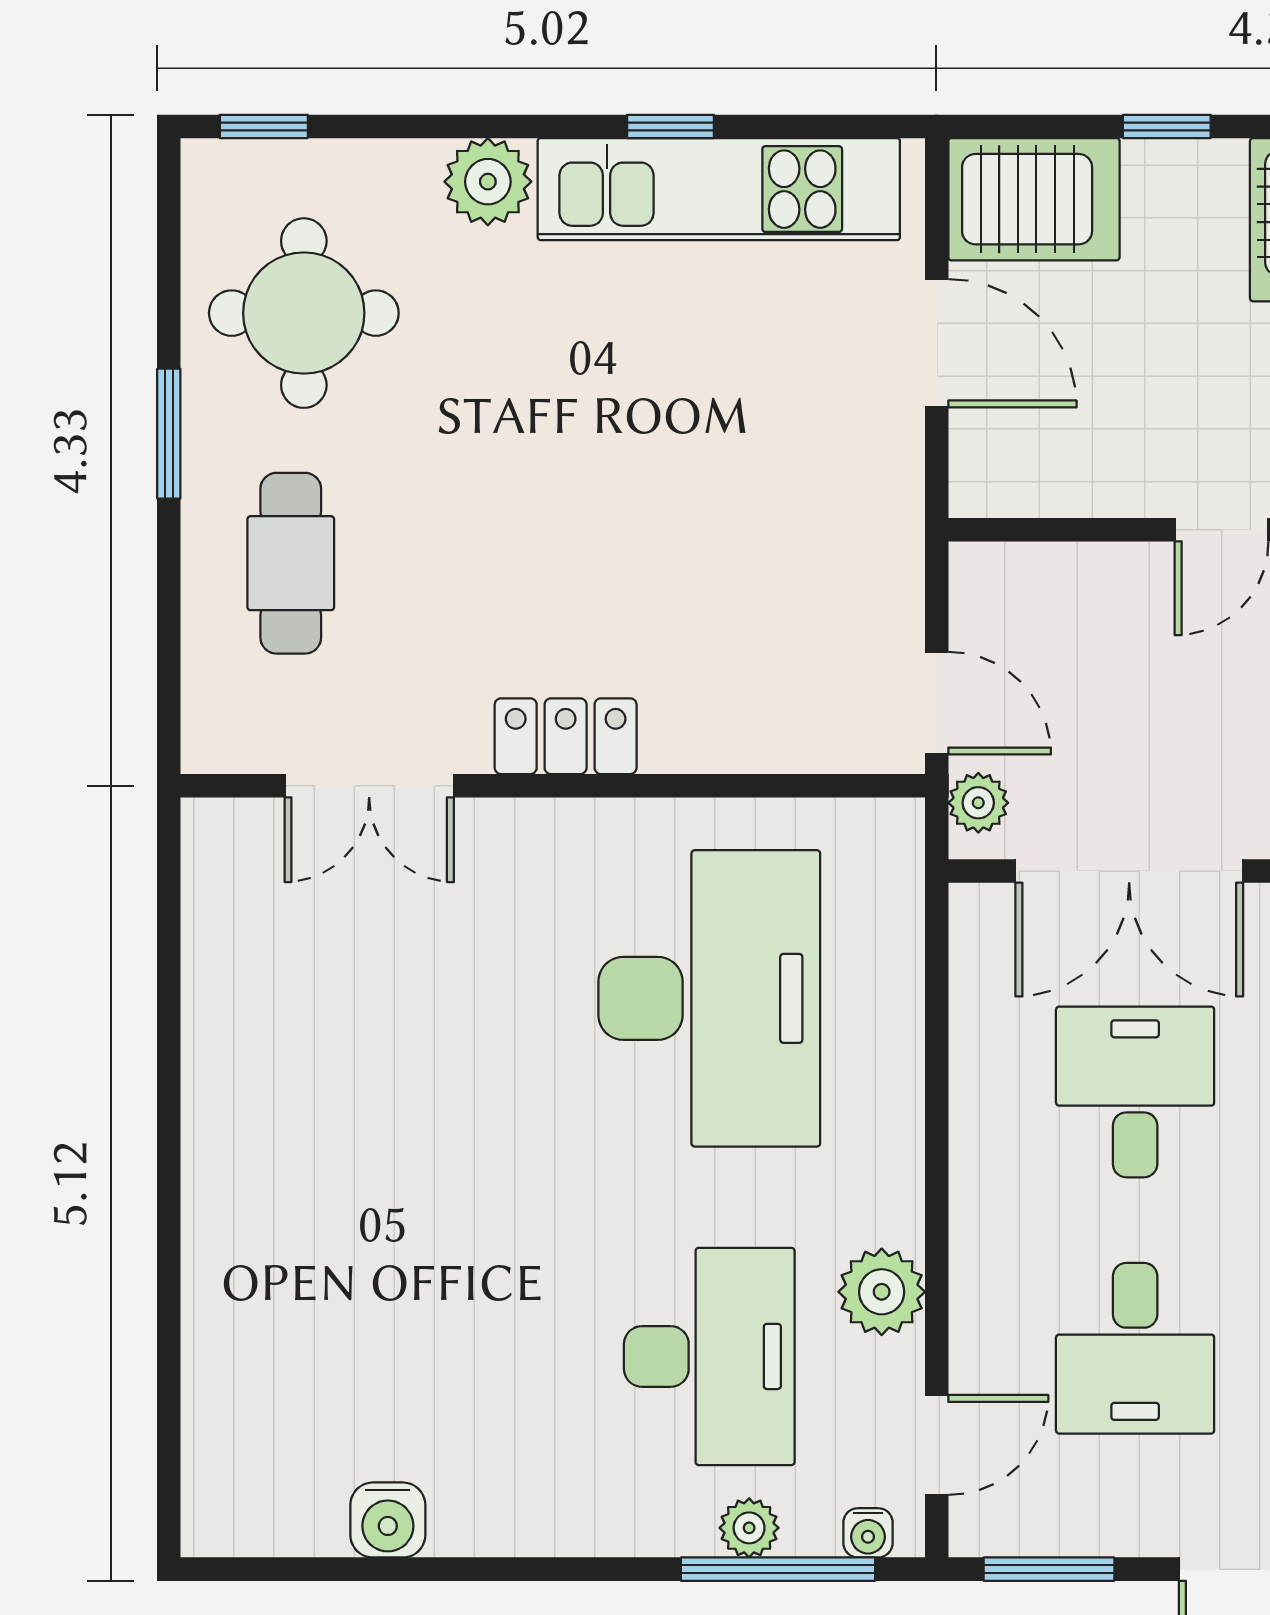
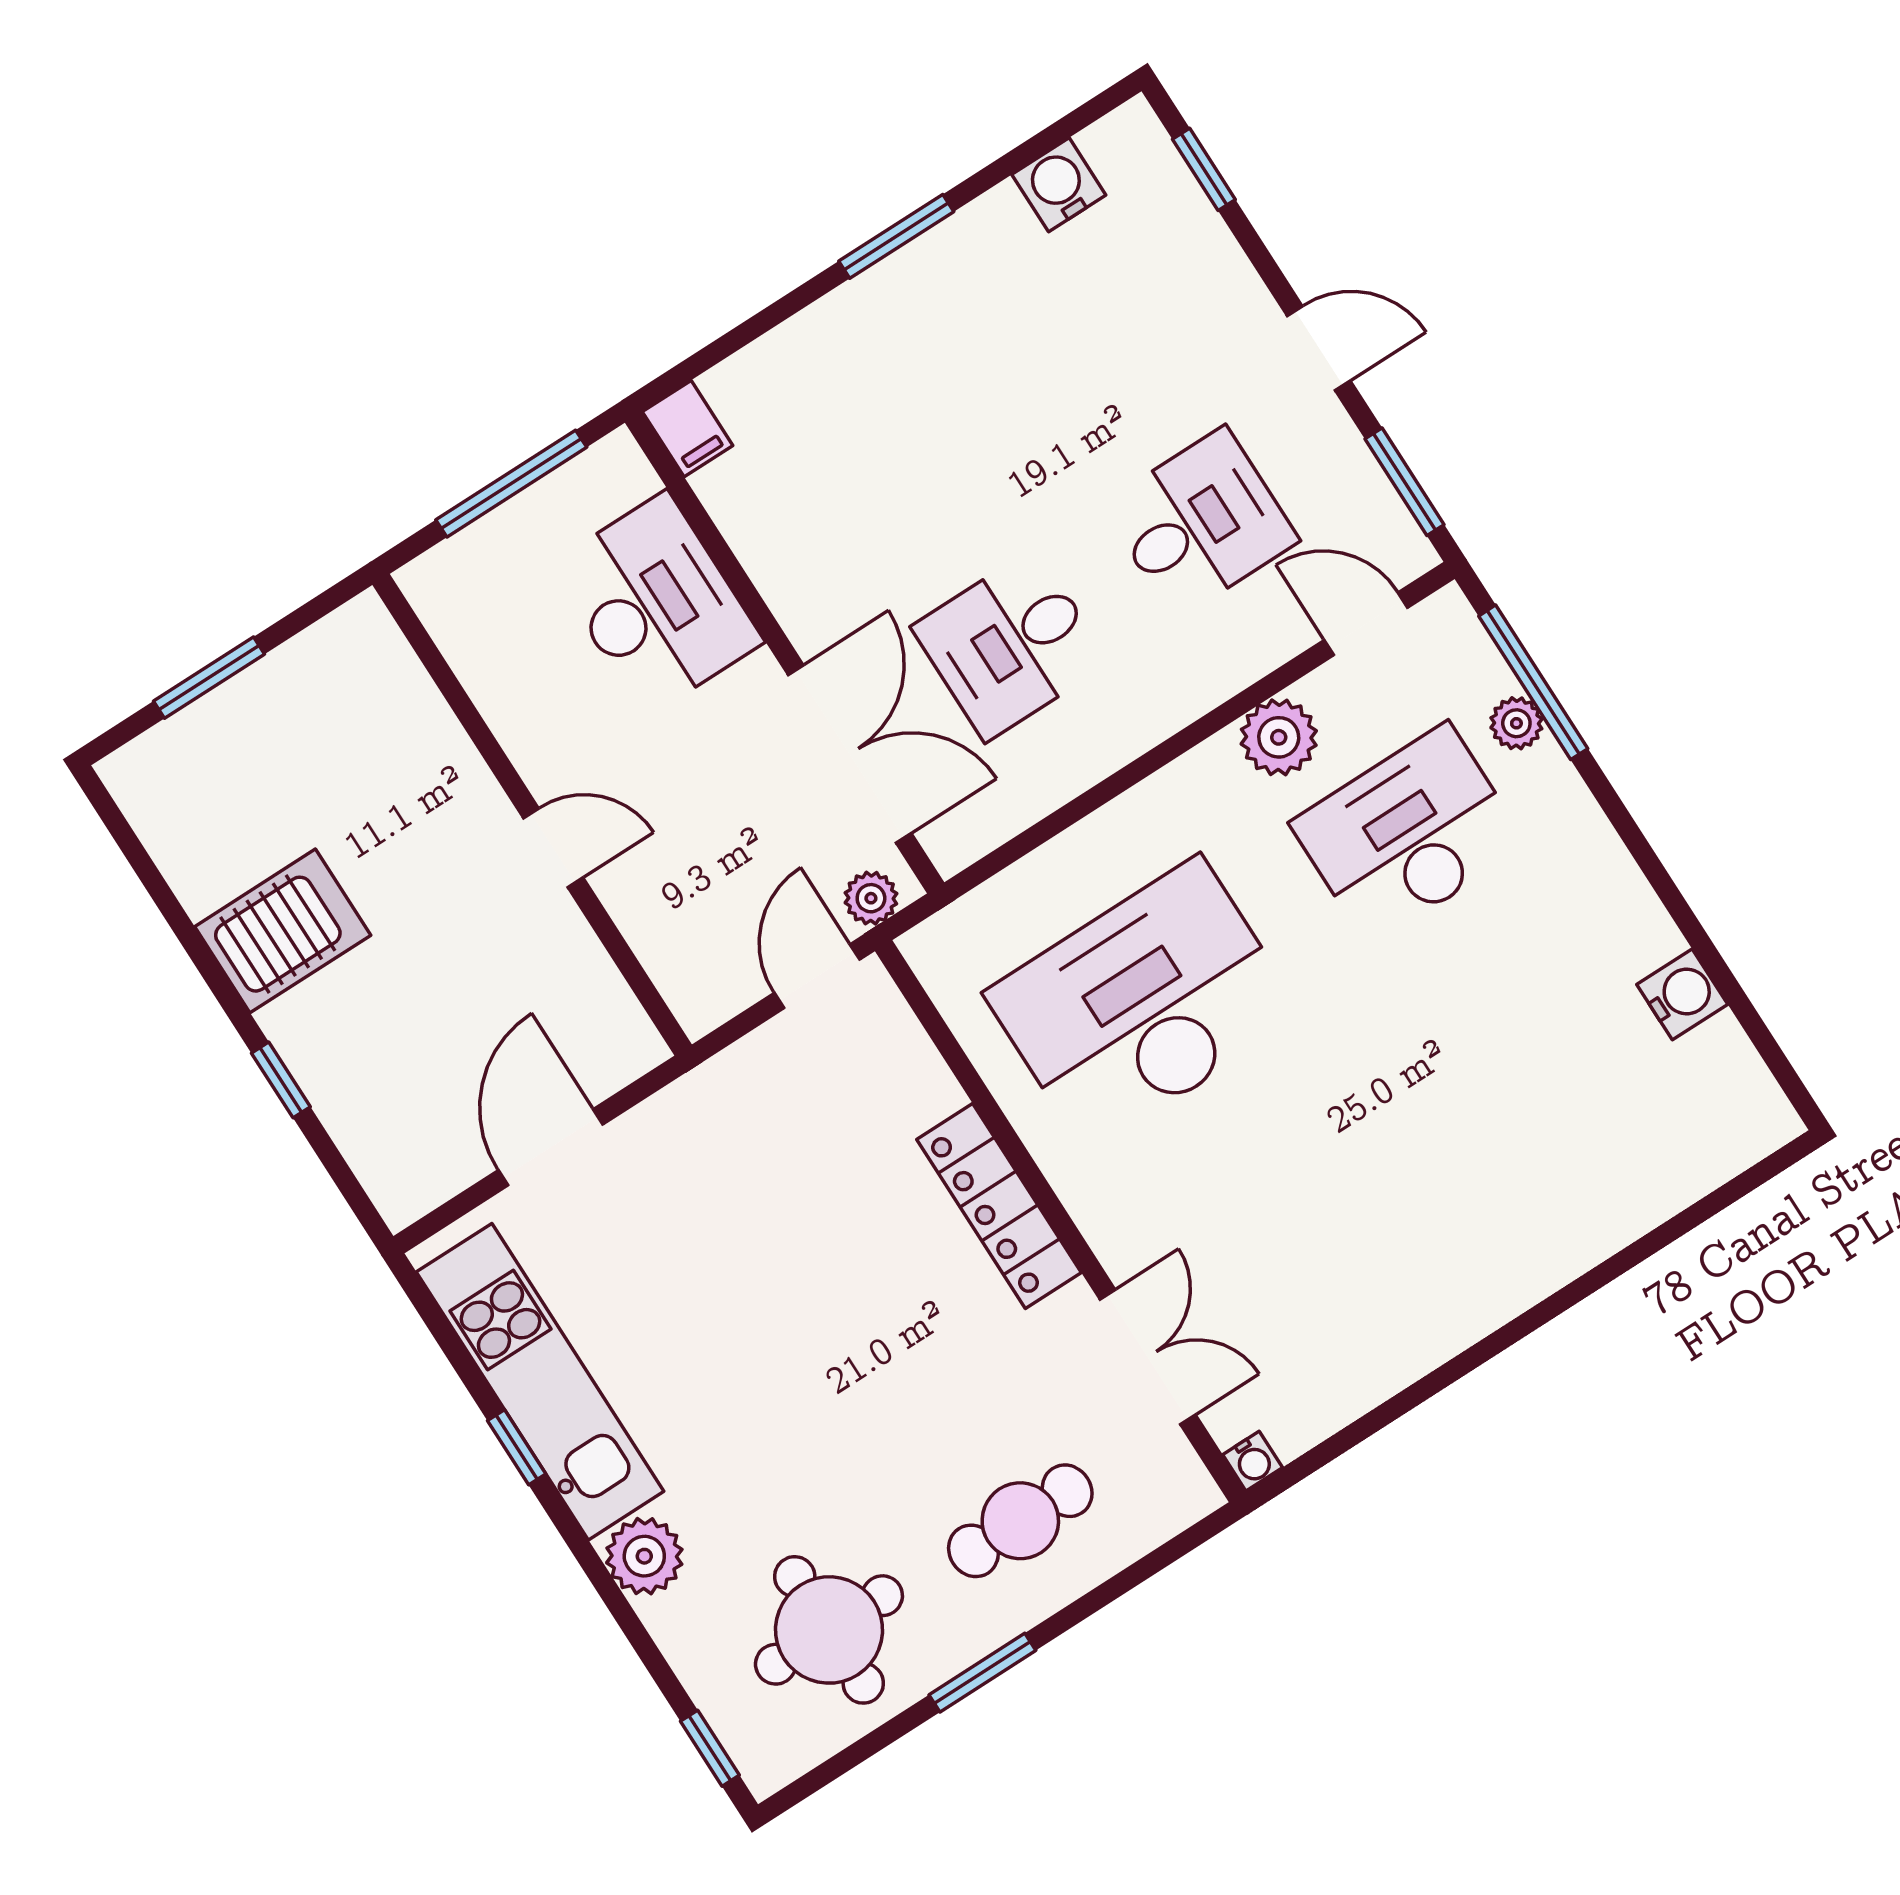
server rack: (1034, 199) -> (398, 1144), removed
locker: (566, 736) -> (999, 1206), width x1.53
water cooler: (868, 1533) -> (1253, 1461), moved, turned 90

